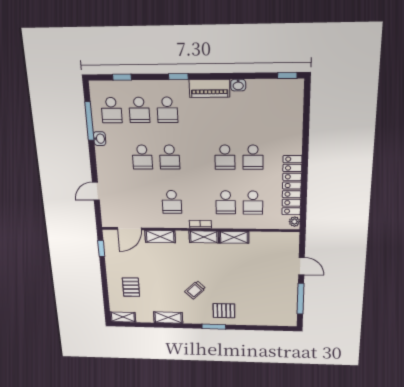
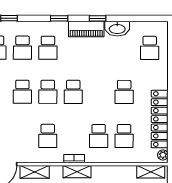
window: (287, 75) -> (98, 18), moved
washbasin: (238, 85) -> (117, 29), width x1.91, depth x1.45
school desk: (282, 109) -> (150, 48), added
school desk: (225, 157) -> (73, 92), moved
shelving: (234, 237) -> (151, 172), moved

